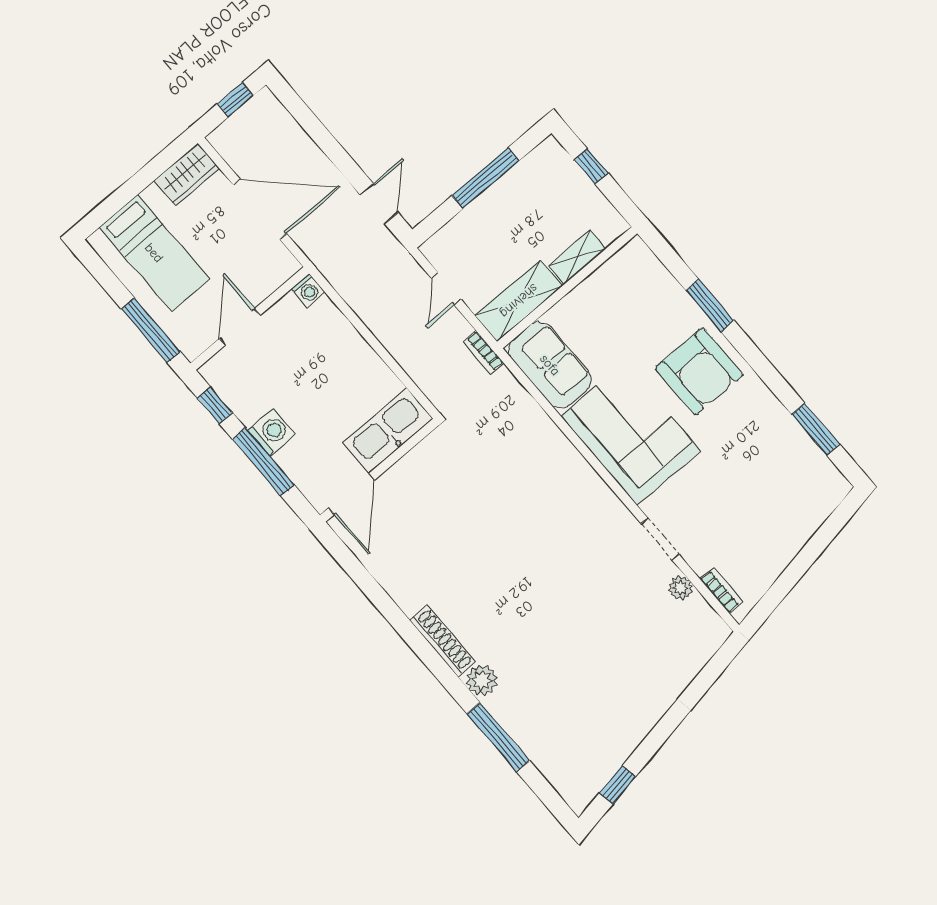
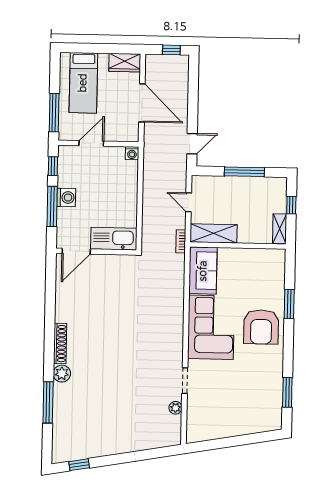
shelving: (577, 257) -> (280, 229), moved, turned 90
door: (446, 289) -> (189, 202), hinge flipped
bookcase: (721, 590) -> (191, 424), removed

